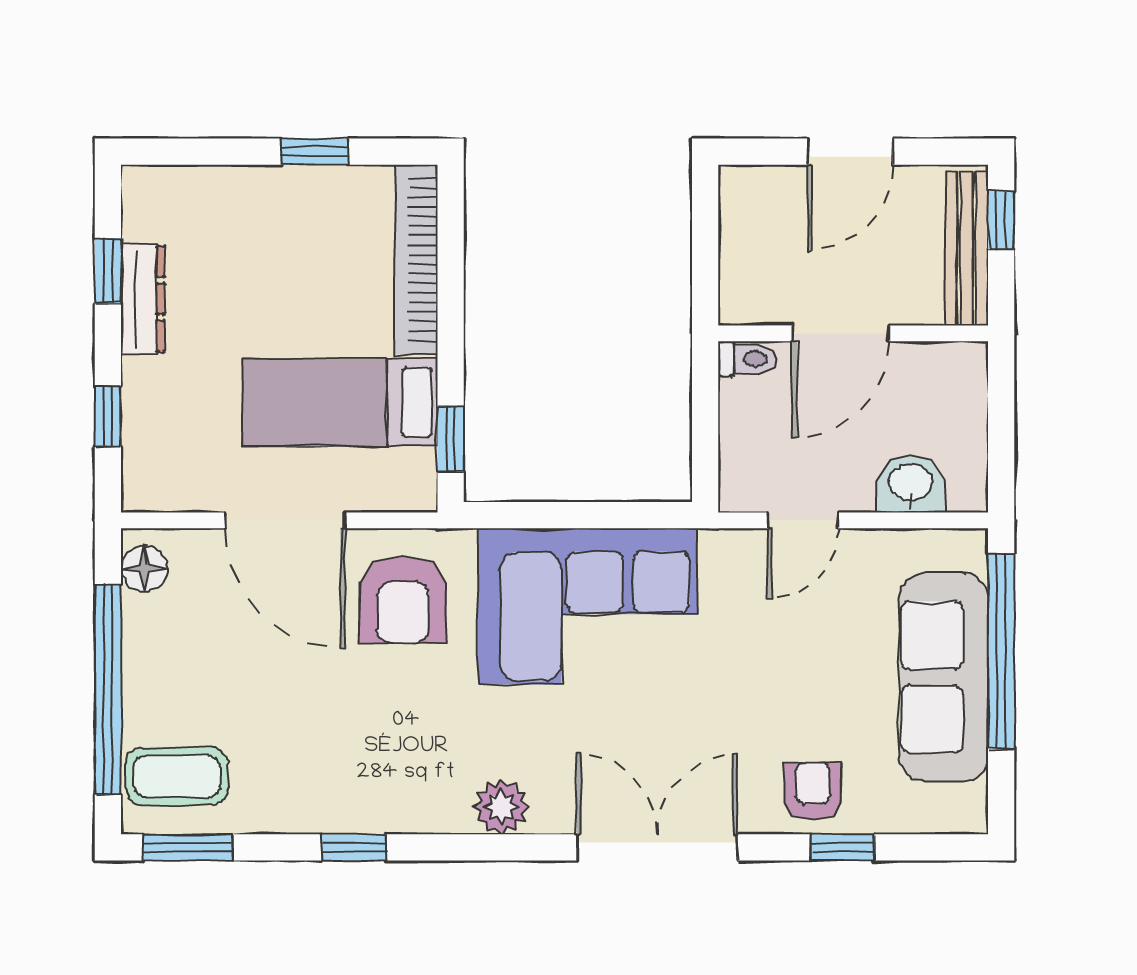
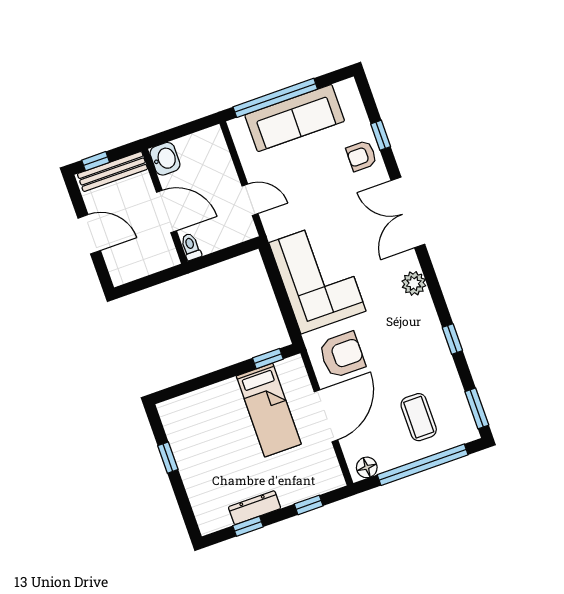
bookcase: (416, 260) -> (198, 399), removed
washbasin: (911, 484) -> (165, 159), moved, turned 180
coffee table: (177, 776) -> (419, 417), moved

